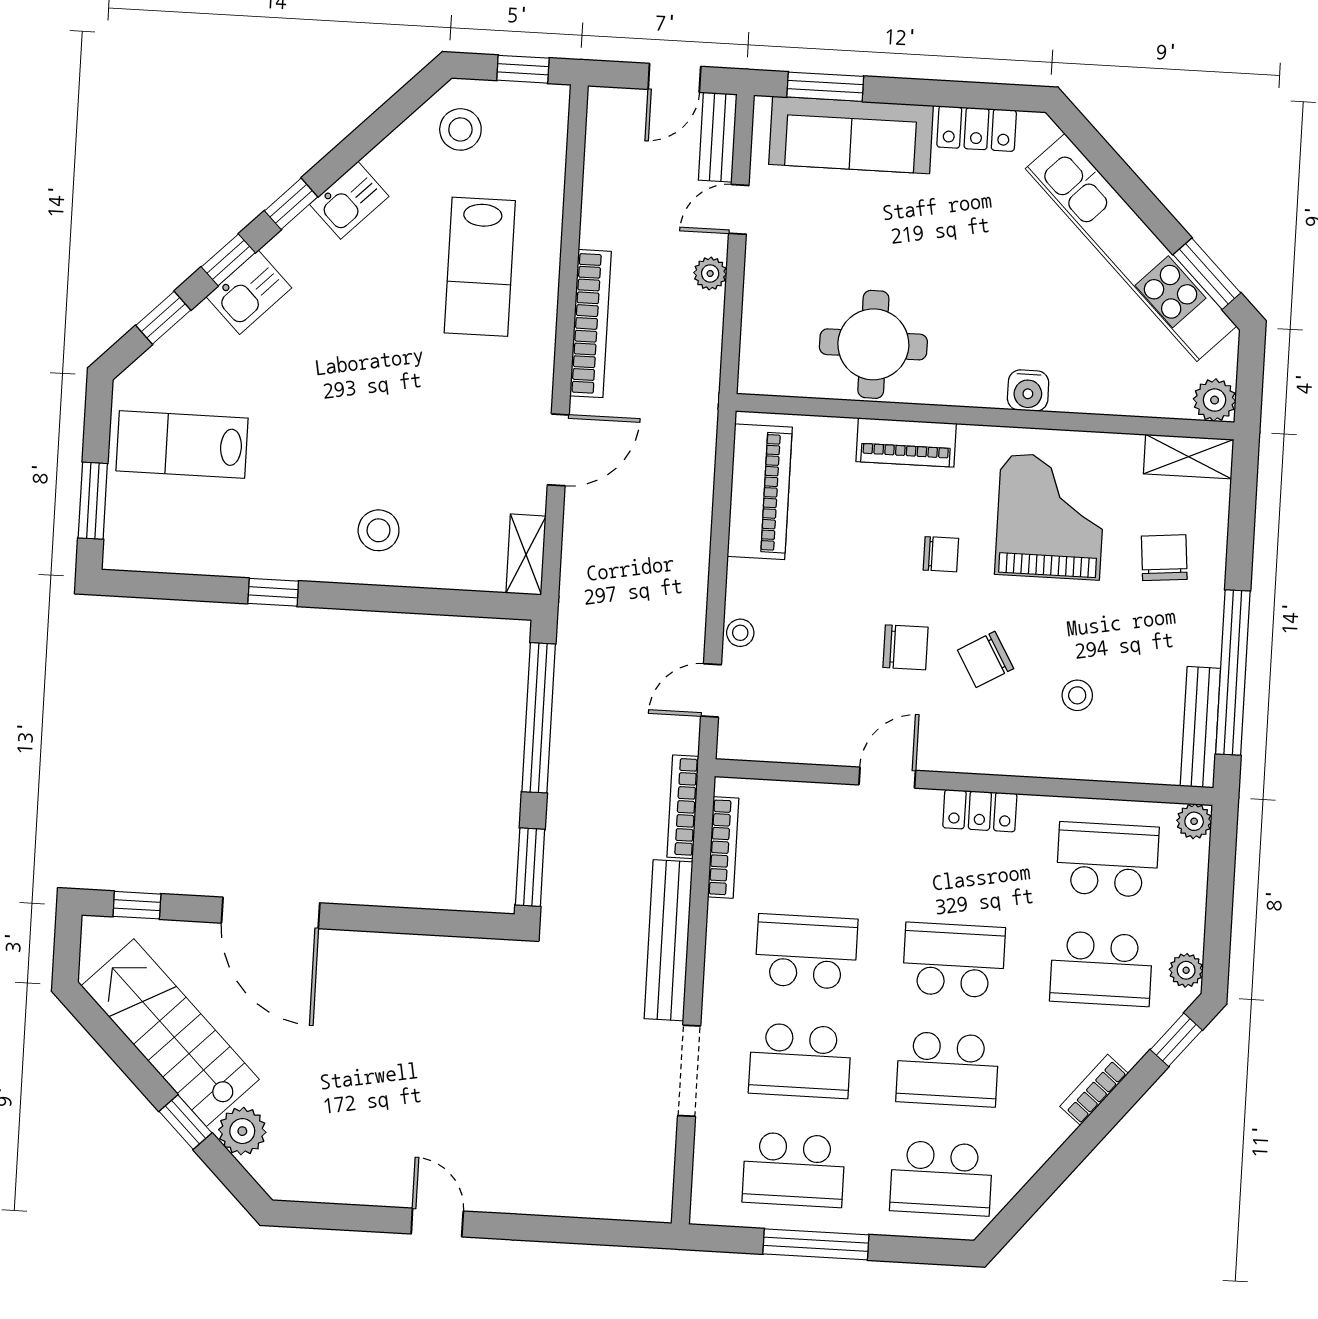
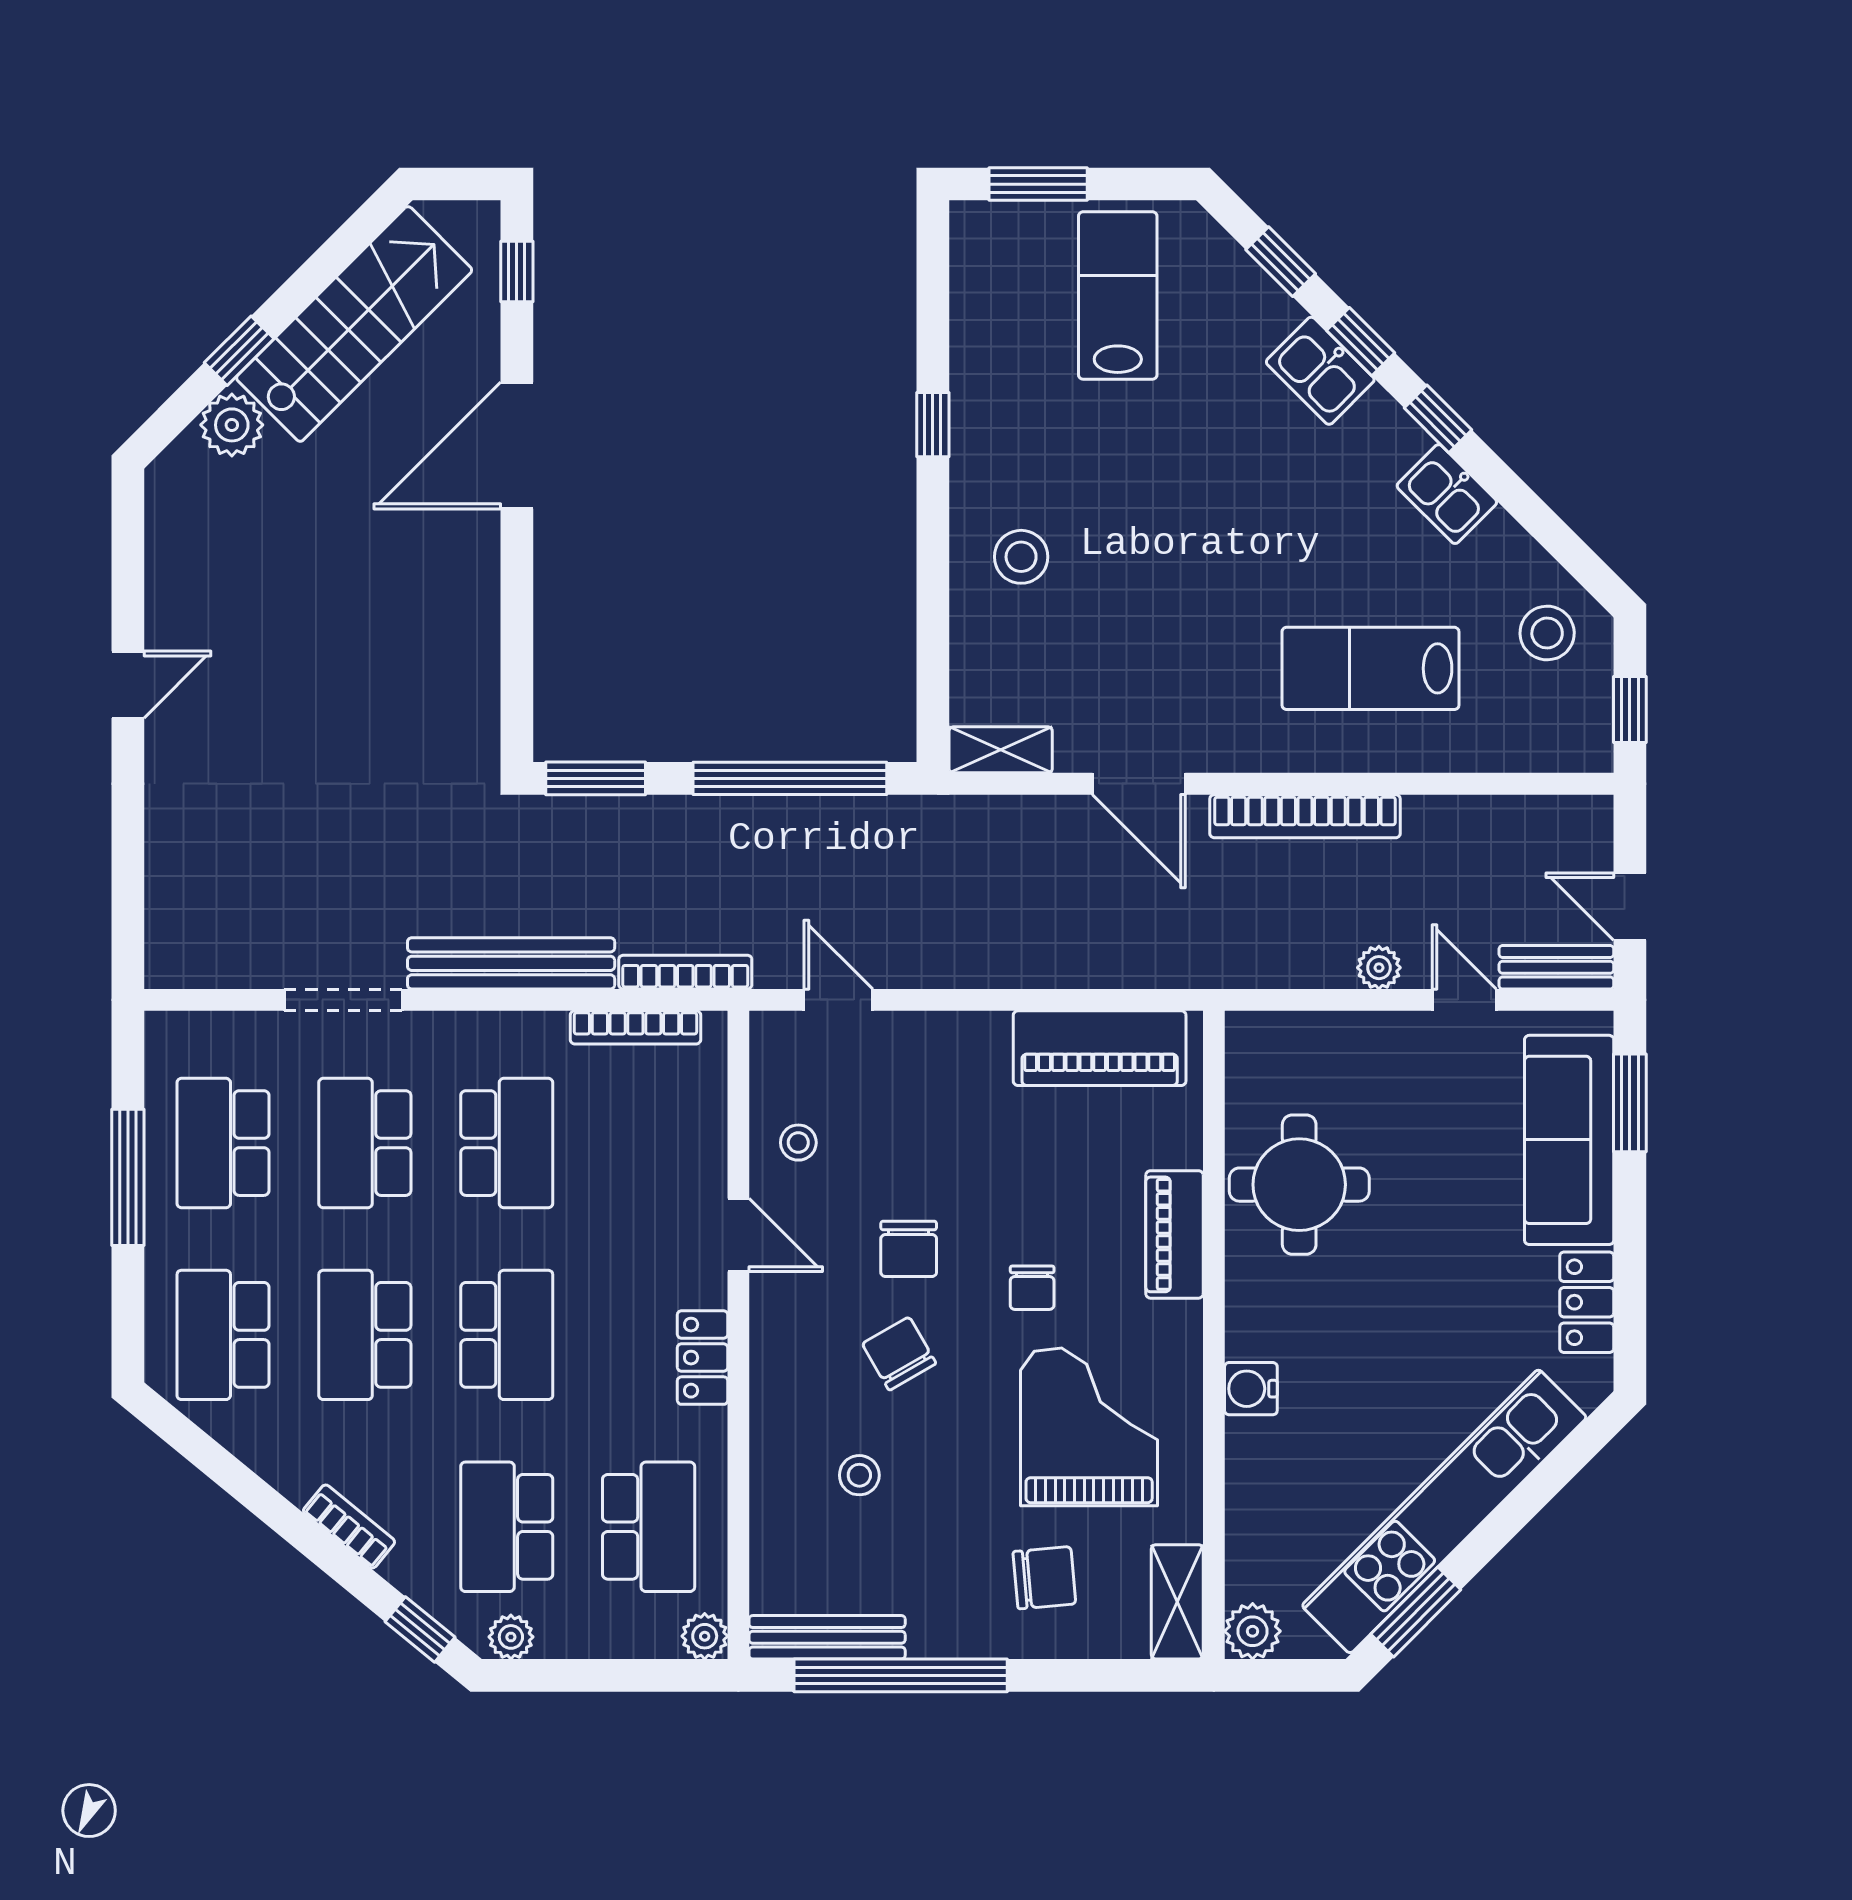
grand piano: (1050, 517) -> (1089, 1427), turned -90
stool: (740, 633) -> (798, 1143), moved

